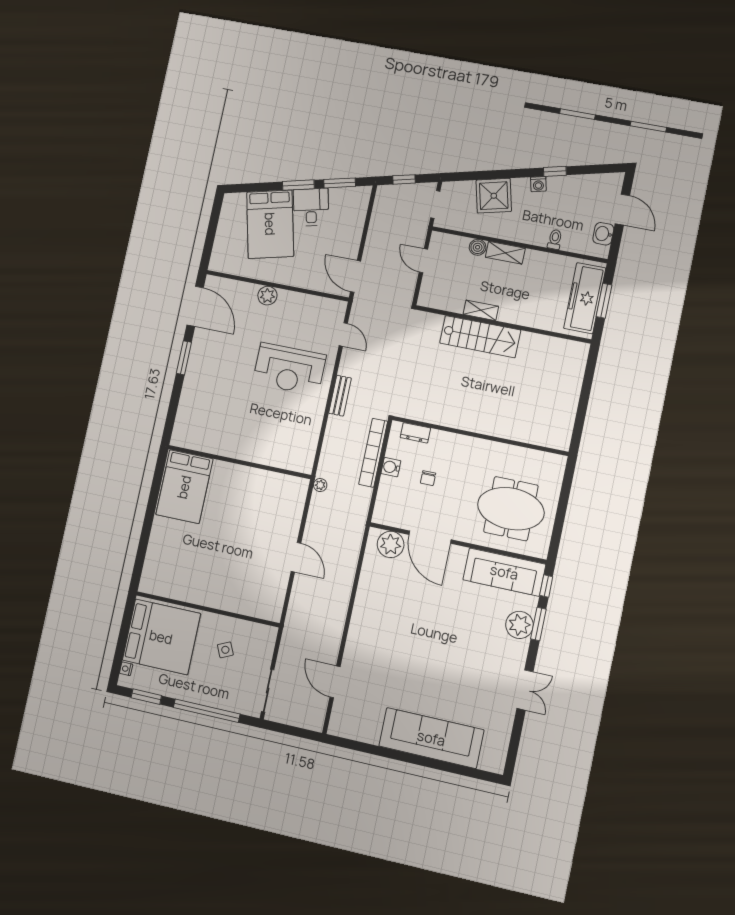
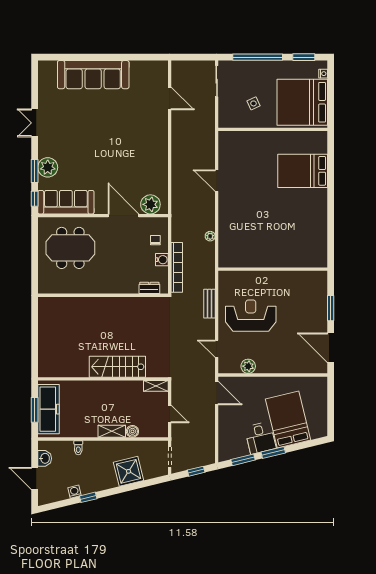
washing machine: (538, 184) -> (74, 492), moved
plant: (267, 296) -> (248, 366), moved
shelving: (481, 310) -> (156, 386), moved
wall: (239, 462) -> (273, 269), moved
chair: (428, 478) -> (155, 240), moved
bed: (184, 487) -> (303, 171), moved, turned -90

